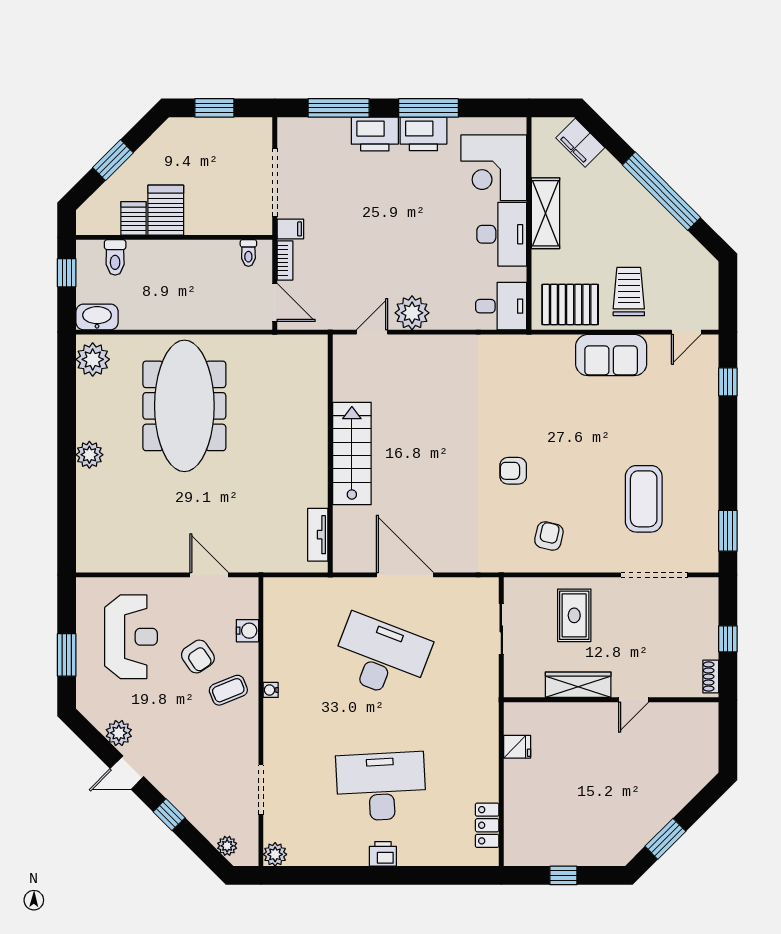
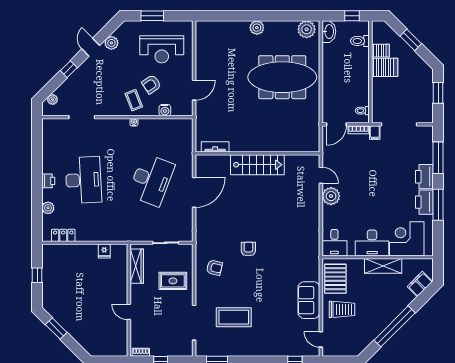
wardrobe: (578, 685) -> (137, 266), moved
plant: (275, 854) -> (48, 208), moved

